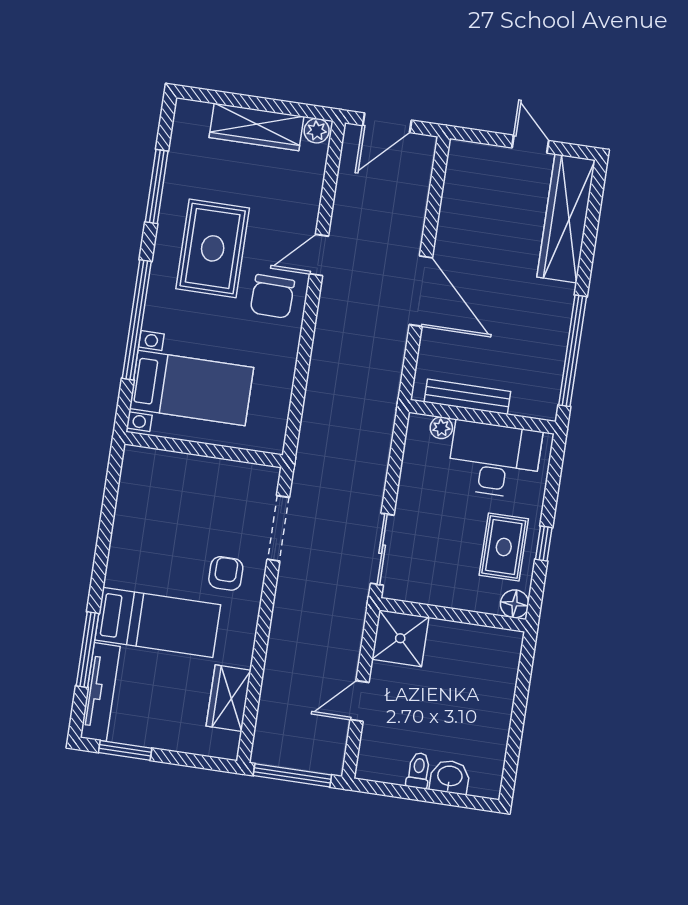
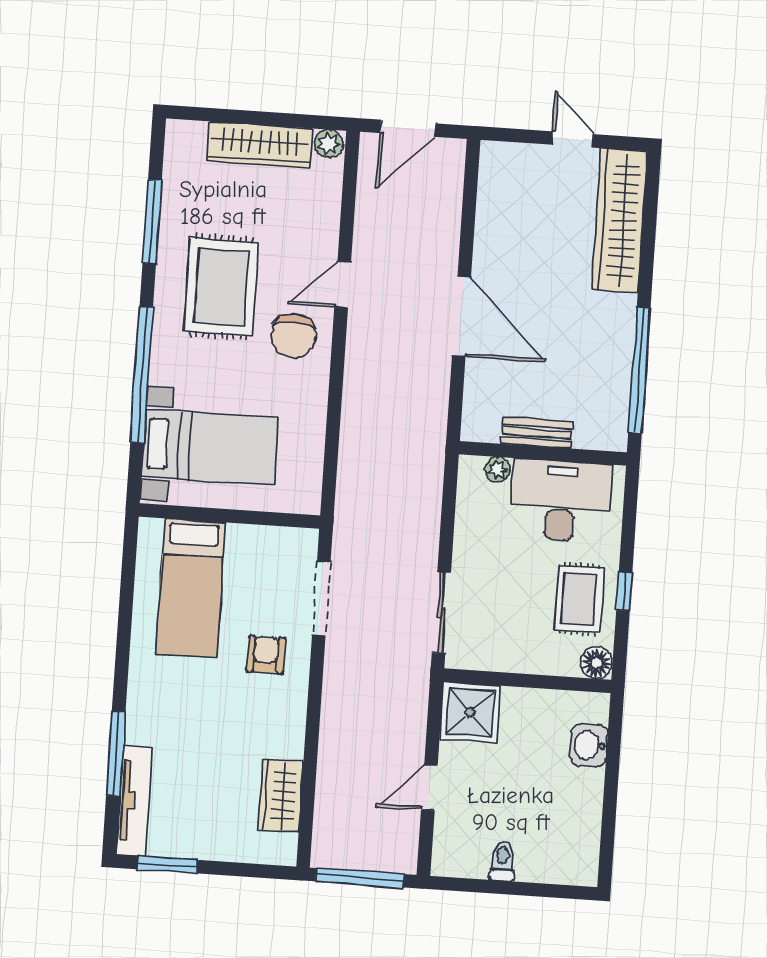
bench: (467, 397) -> (537, 433), width x0.73
bed: (158, 622) -> (191, 588), moved, turned 90
washbasin: (450, 777) -> (589, 745), moved, turned -90

